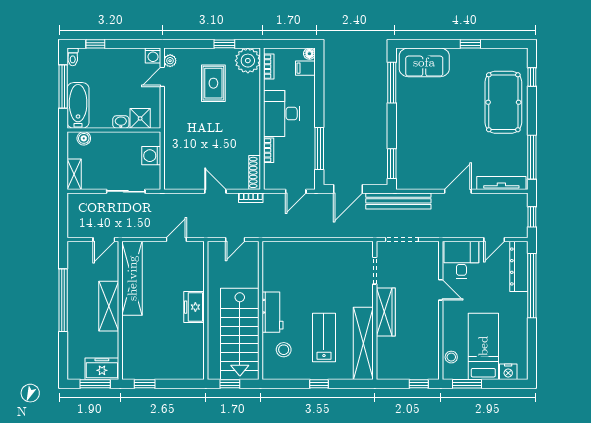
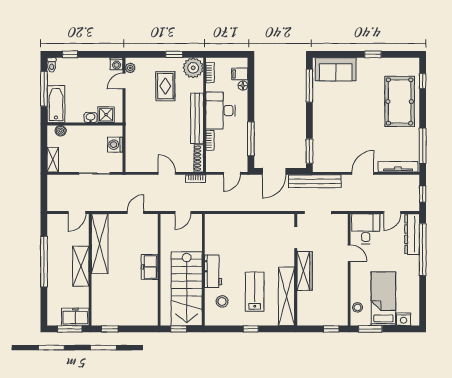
floor lamp: (309, 54) -> (243, 86), moved
bench: (253, 123) -> (197, 118), added

